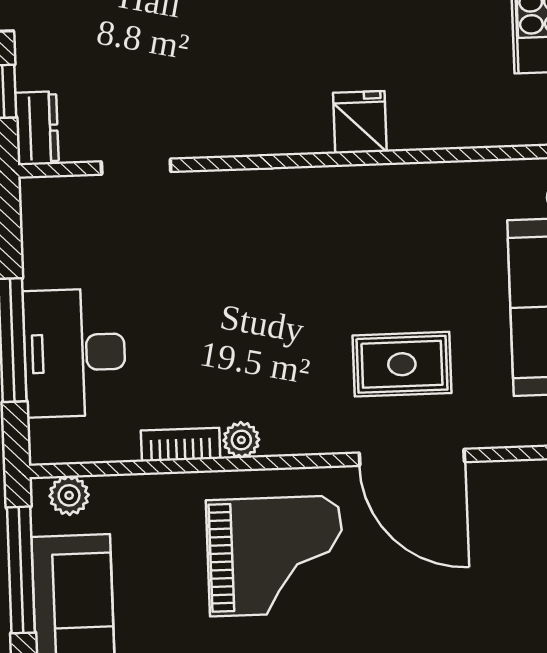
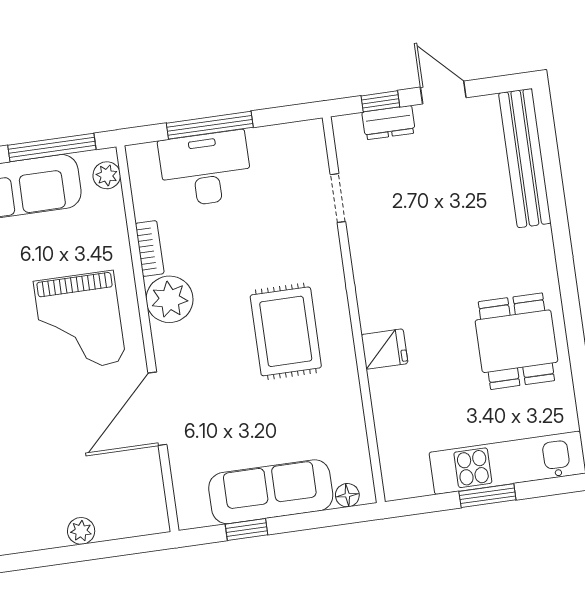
dresser: (37, 128) -> (389, 123), moved
rug: (402, 364) -> (286, 331), moved, width x1.36, depth x1.43
plant: (241, 440) -> (169, 299), width x1.87, depth x1.87

